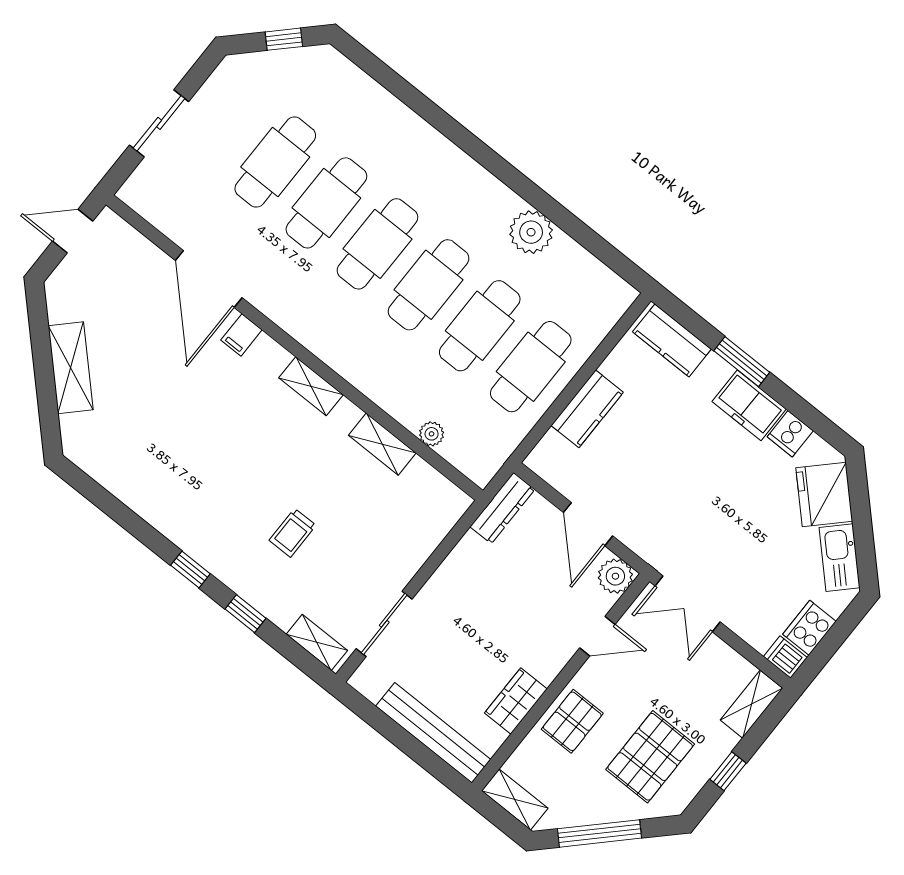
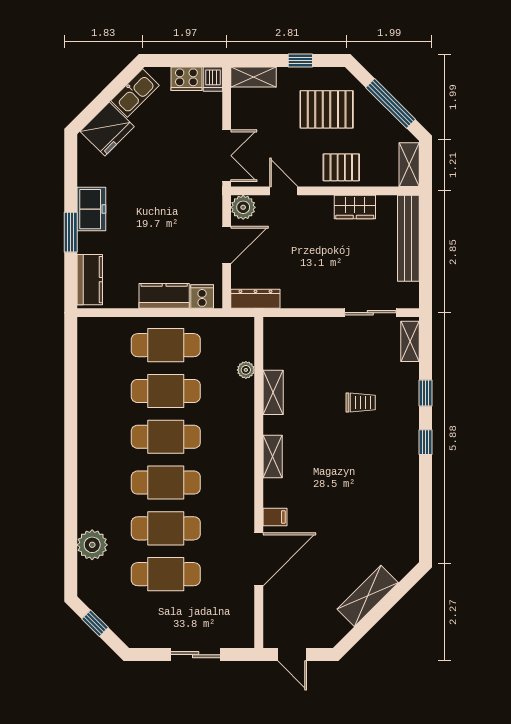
plant: (531, 232) -> (92, 545), moved
cooker: (790, 434) -> (202, 297), moved, turned -90

